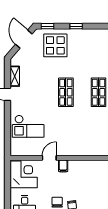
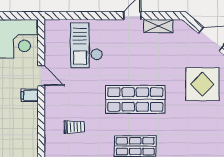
shop shelf: (66, 92) -> (135, 99), width x1.43, depth x1.36
trolley: (85, 135) -> (74, 127), added

